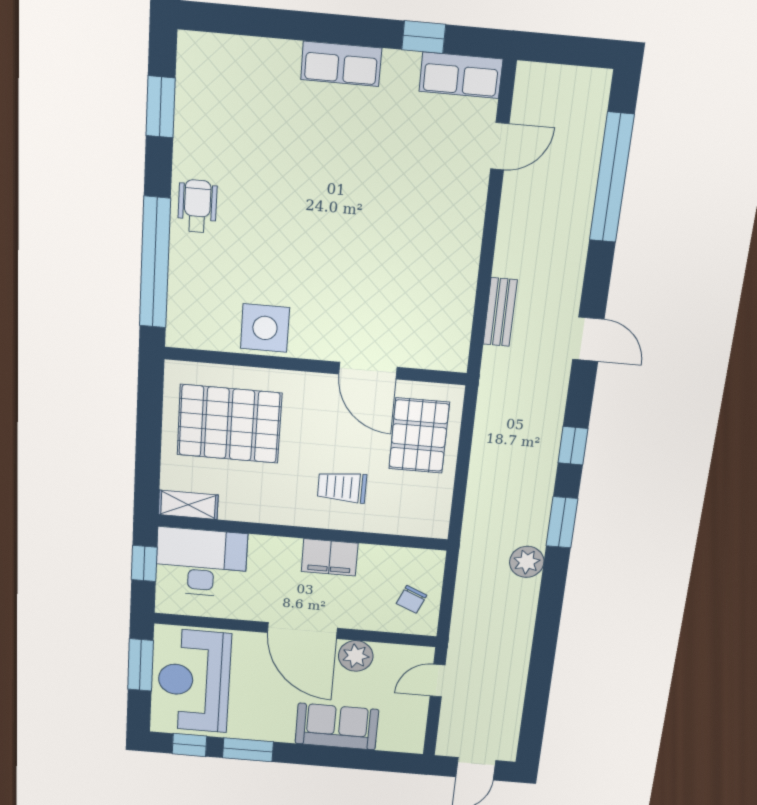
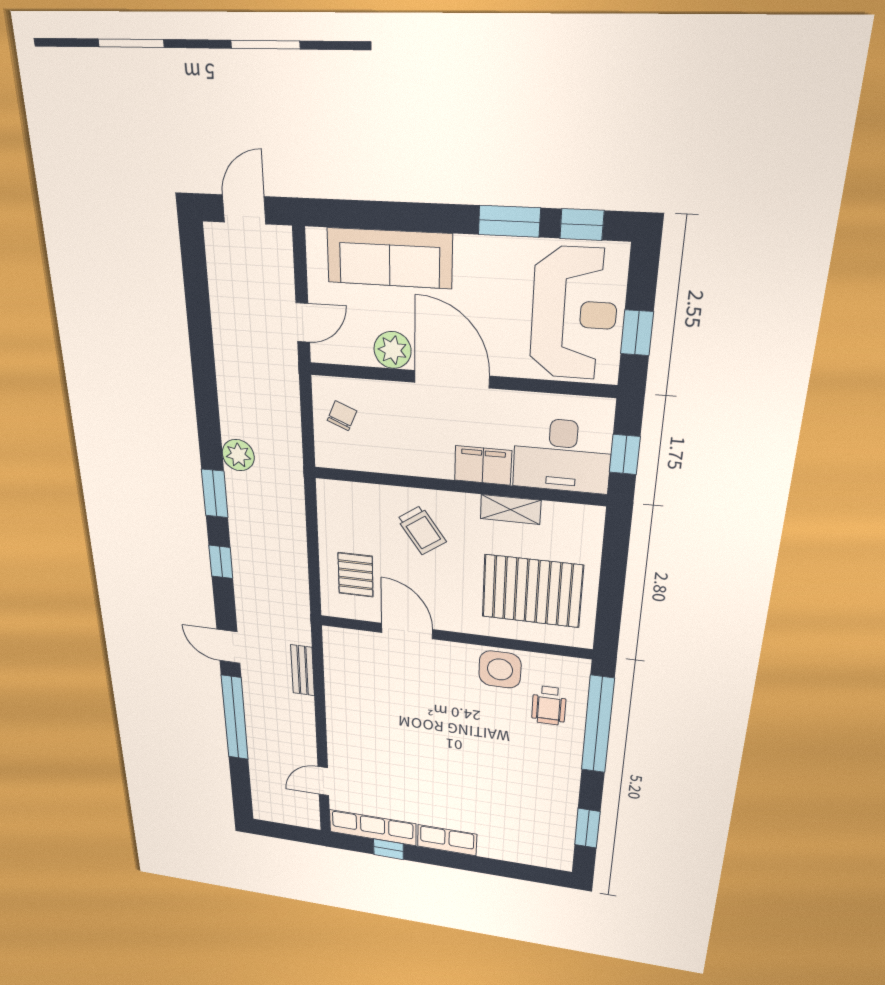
row of seats: (461, 75) -> (373, 828), width x1.48
window: (612, 178) -> (235, 718), moved
wheelchair: (197, 206) -> (549, 705), moved
pallet: (419, 436) -> (356, 575), width x0.67, depth x0.71
trolley: (342, 487) -> (422, 530), turned 55
shelving: (188, 505) -> (510, 509), moved
filing cabinet: (330, 557) -> (483, 465), moved
window: (141, 665) -> (637, 333), width x0.67
sofa: (337, 727) -> (389, 258), width x1.36

